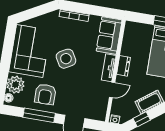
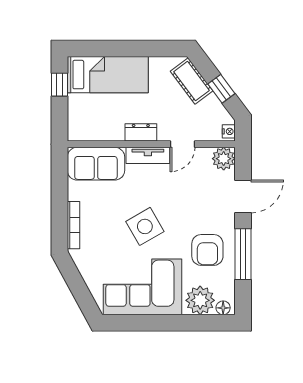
door: (112, 90) -> (182, 144), swing flipped
armchair: (45, 94) -> (207, 250), turned 90
plant: (99, 113) -> (224, 159), added

